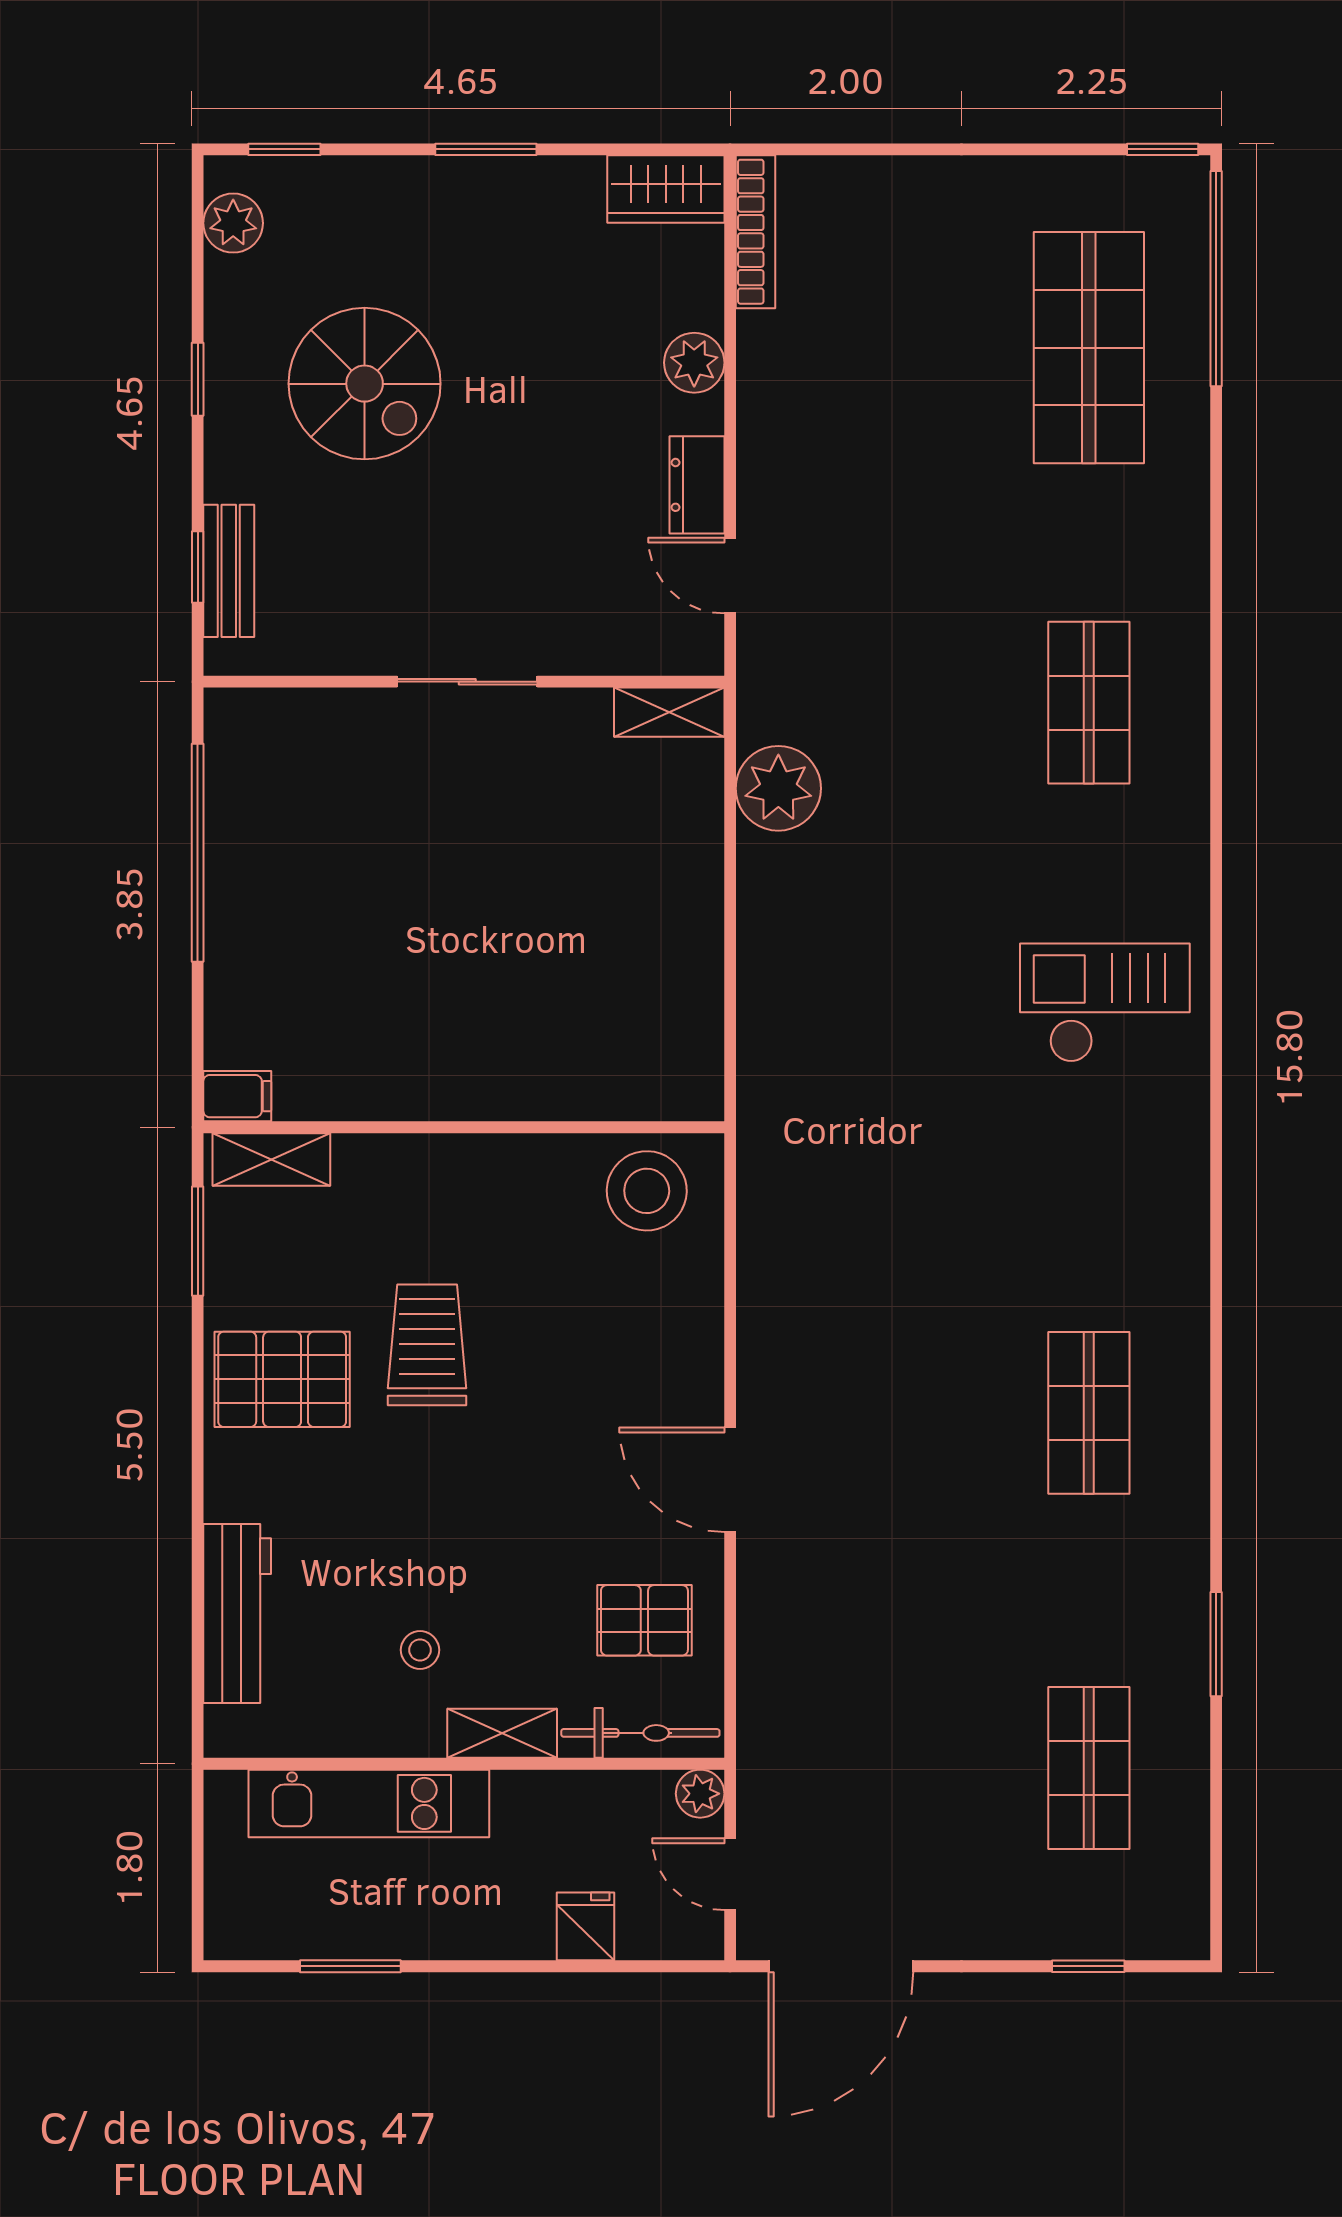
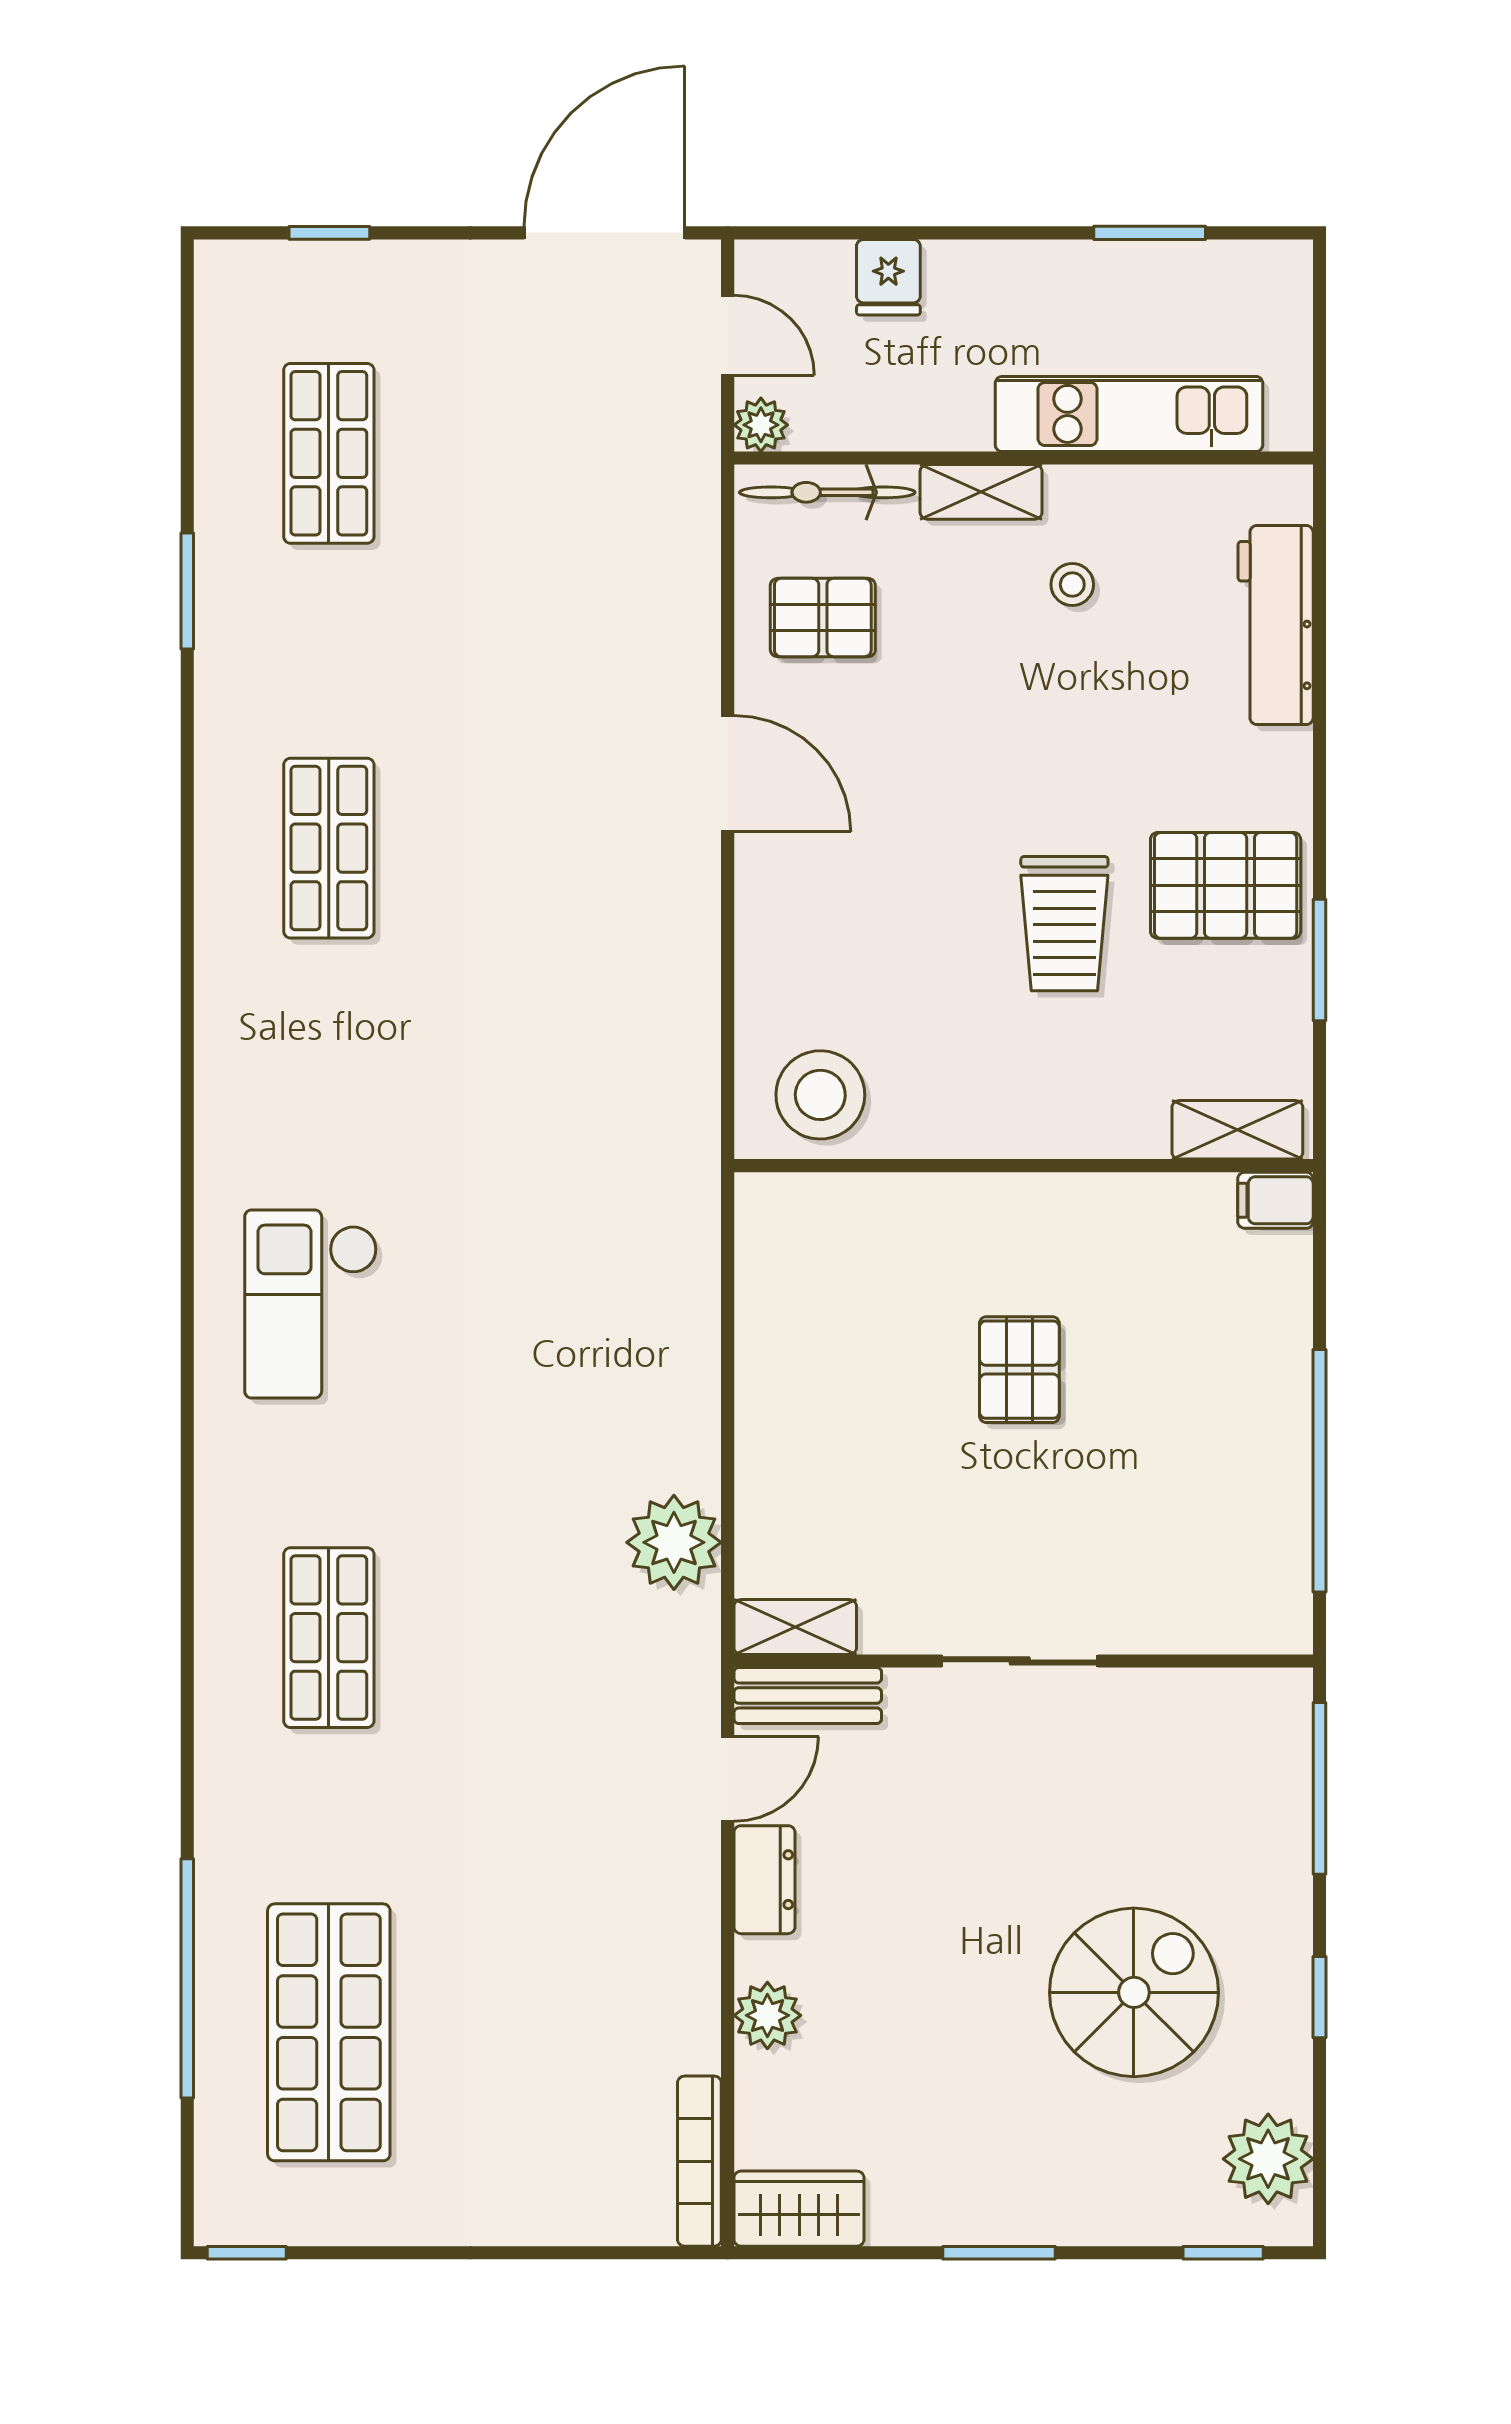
plant: (233, 223) -> (1268, 2159), width x1.36, depth x1.36
window: (1216, 279) -> (187, 1978), moved
spiral stairs: (365, 384) -> (1134, 1992), turned 90
window: (198, 567) -> (1319, 1788), width x2.17
bench: (229, 571) -> (808, 1695), moved, turned 90
door: (730, 576) -> (728, 1779), hinge flipped
pallet: (468, 944) -> (1019, 1370), added
checkout: (1105, 1003) -> (311, 1304), turned 90
window: (198, 1241) -> (1319, 960), moved

